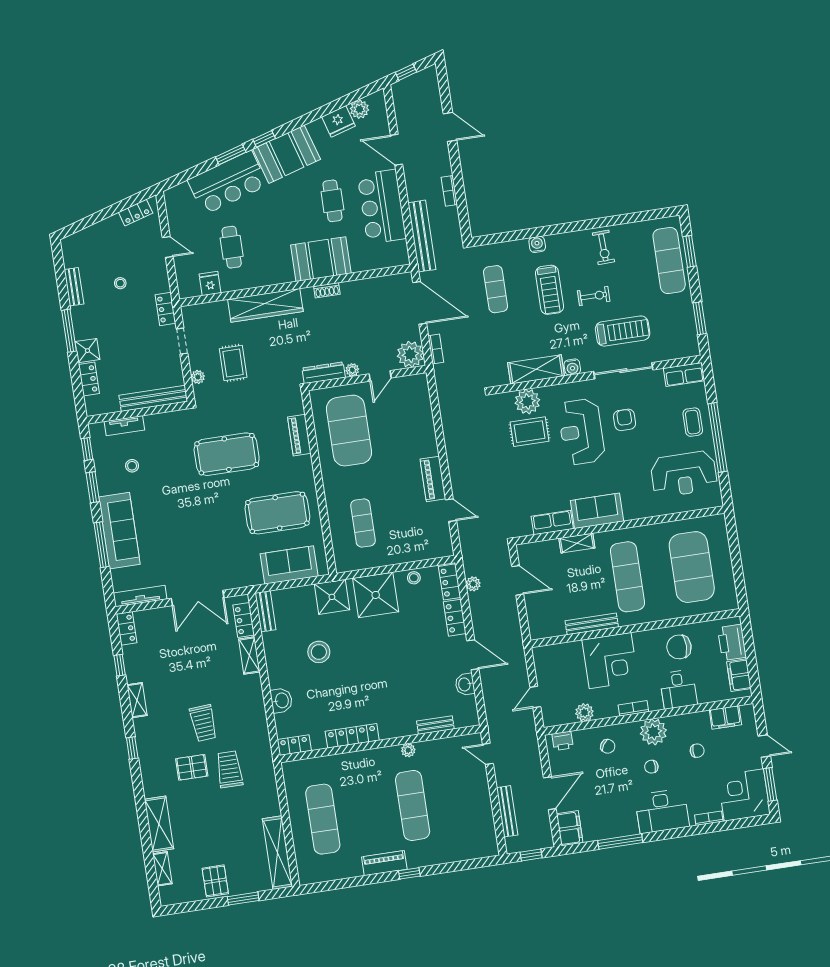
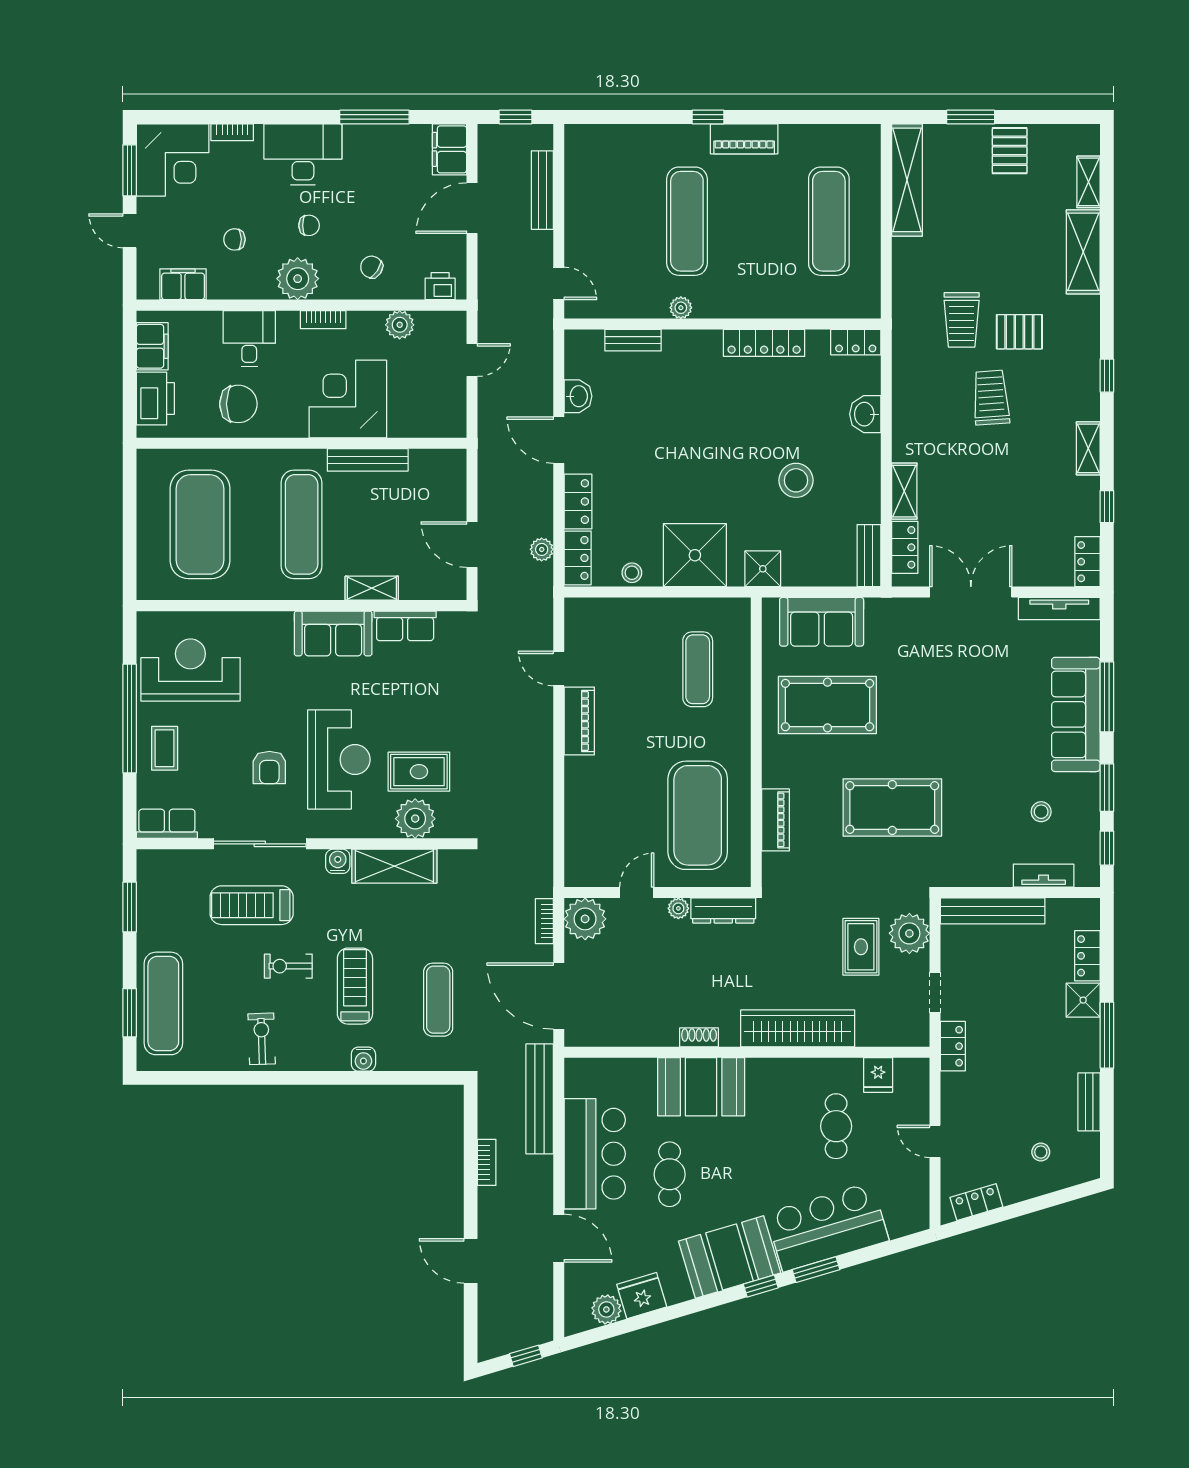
stool: (120, 283) -> (1041, 1152), moved
plant: (198, 377) -> (909, 933), width x1.88, depth x1.88
shower: (332, 597) -> (763, 569), width x0.73, depth x0.73

